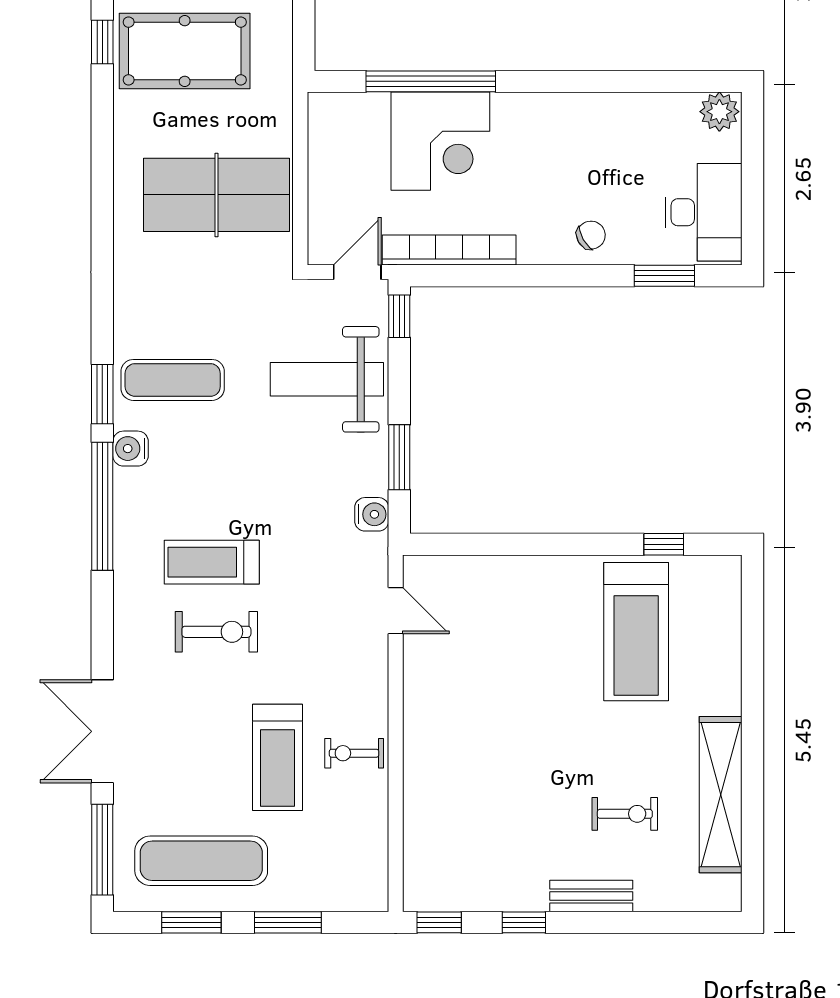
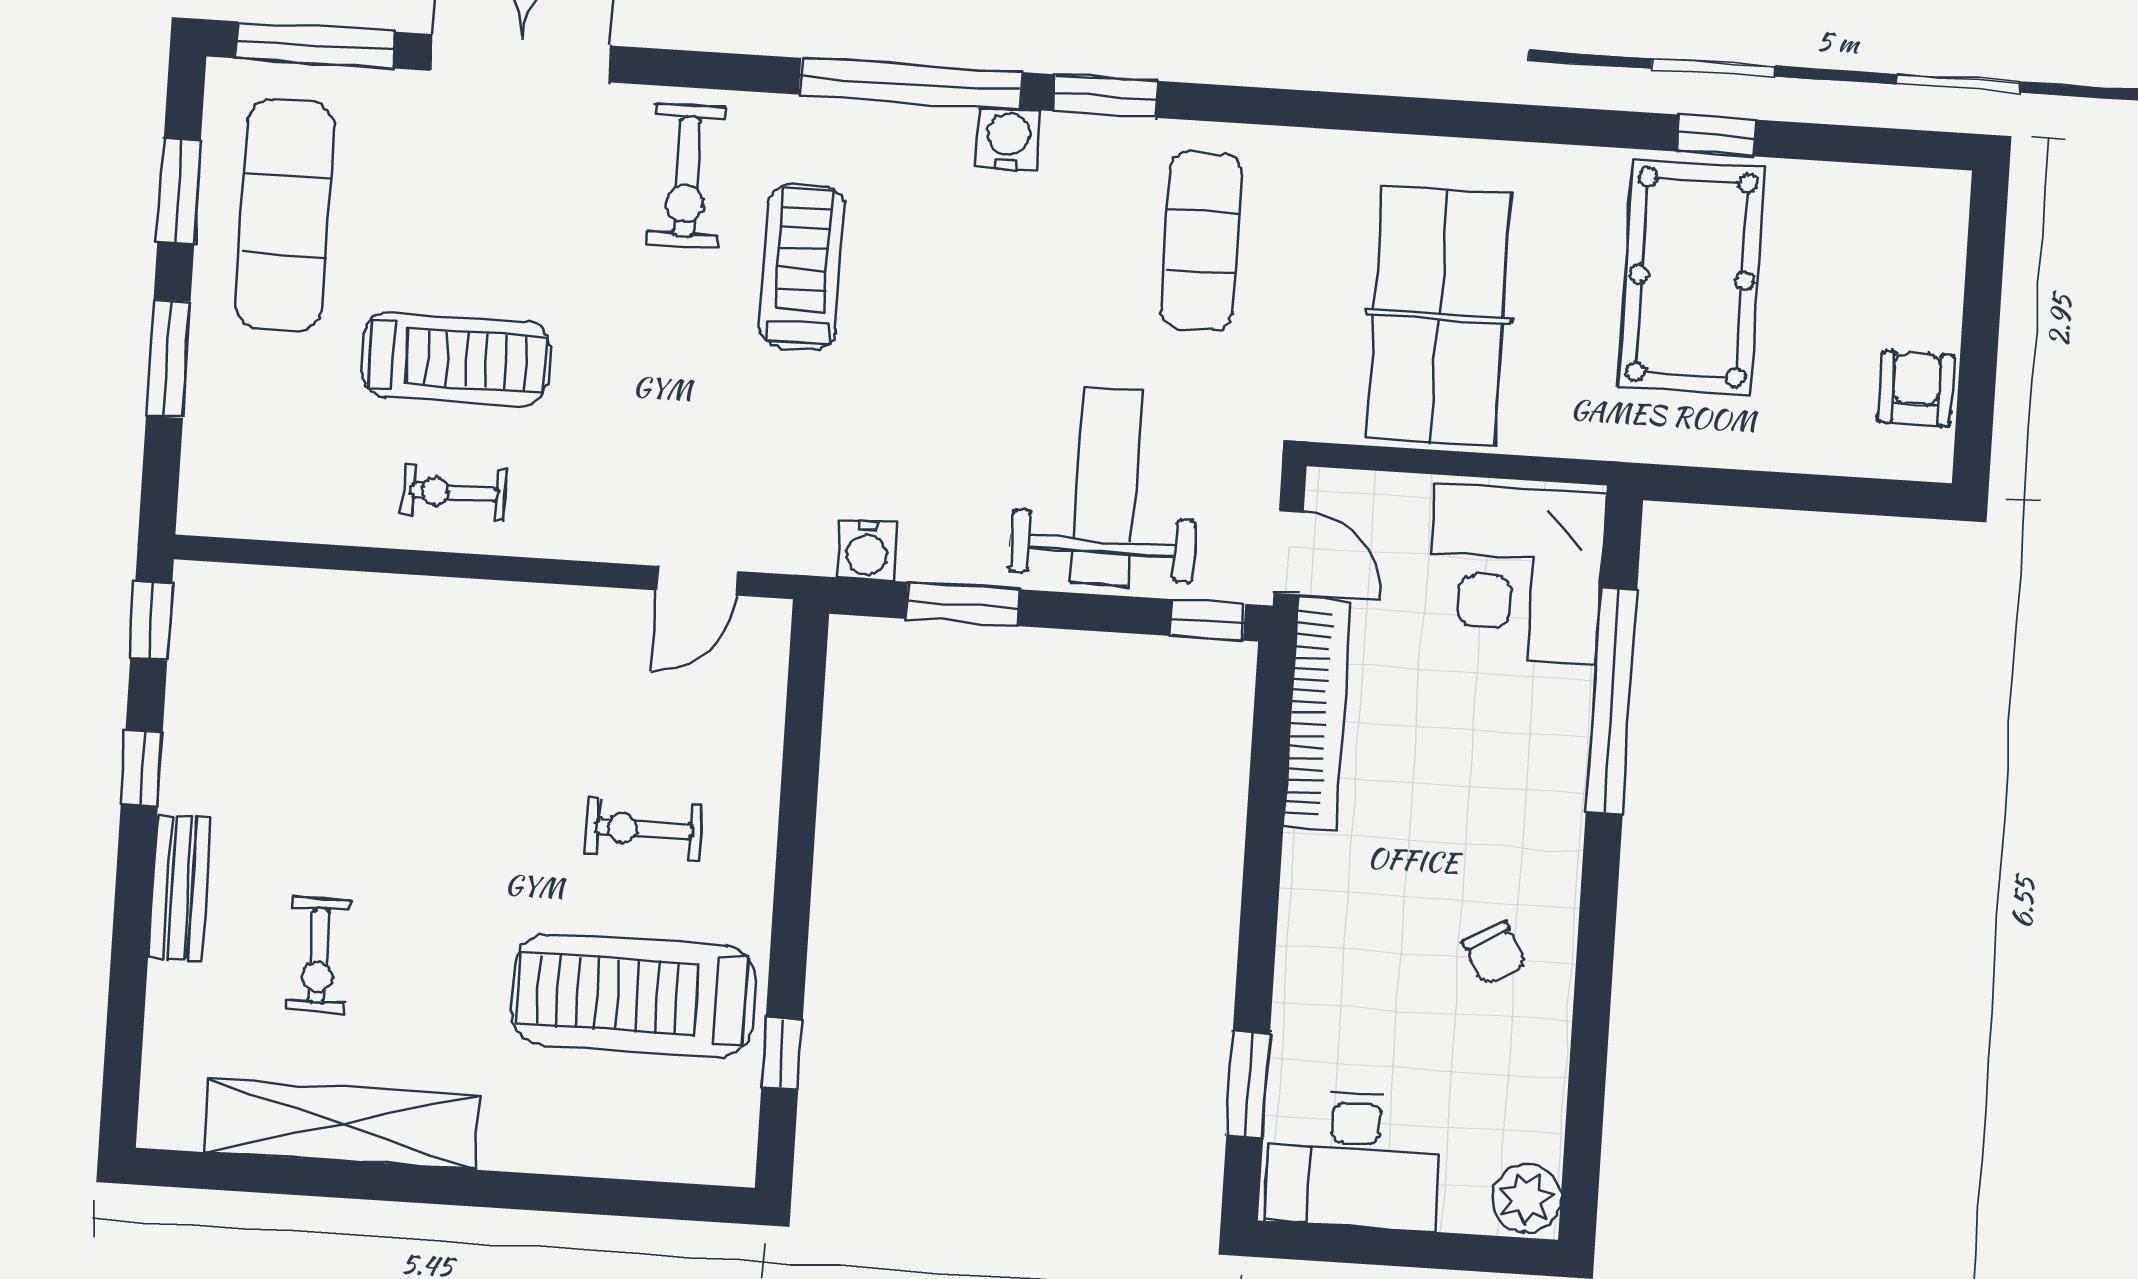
corner desk: (440, 141) -> (1515, 574), moved
chair: (591, 235) -> (1494, 953), moved
exercise mat: (173, 380) -> (1201, 241), moved
exercise bike: (216, 632) -> (687, 177), moved
exercise bike: (540, 632) -> (644, 829), added
exercise bike: (354, 753) -> (454, 493), turned -90
treadmill: (277, 757) -> (456, 359), turned 180

